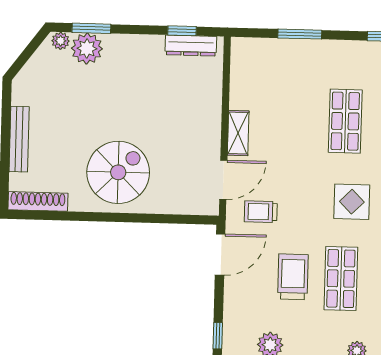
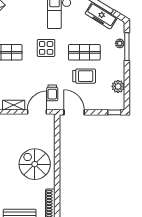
door: (223, 180) -> (37, 112), hinge flipped
trolley: (293, 277) -> (84, 76), turned 180

